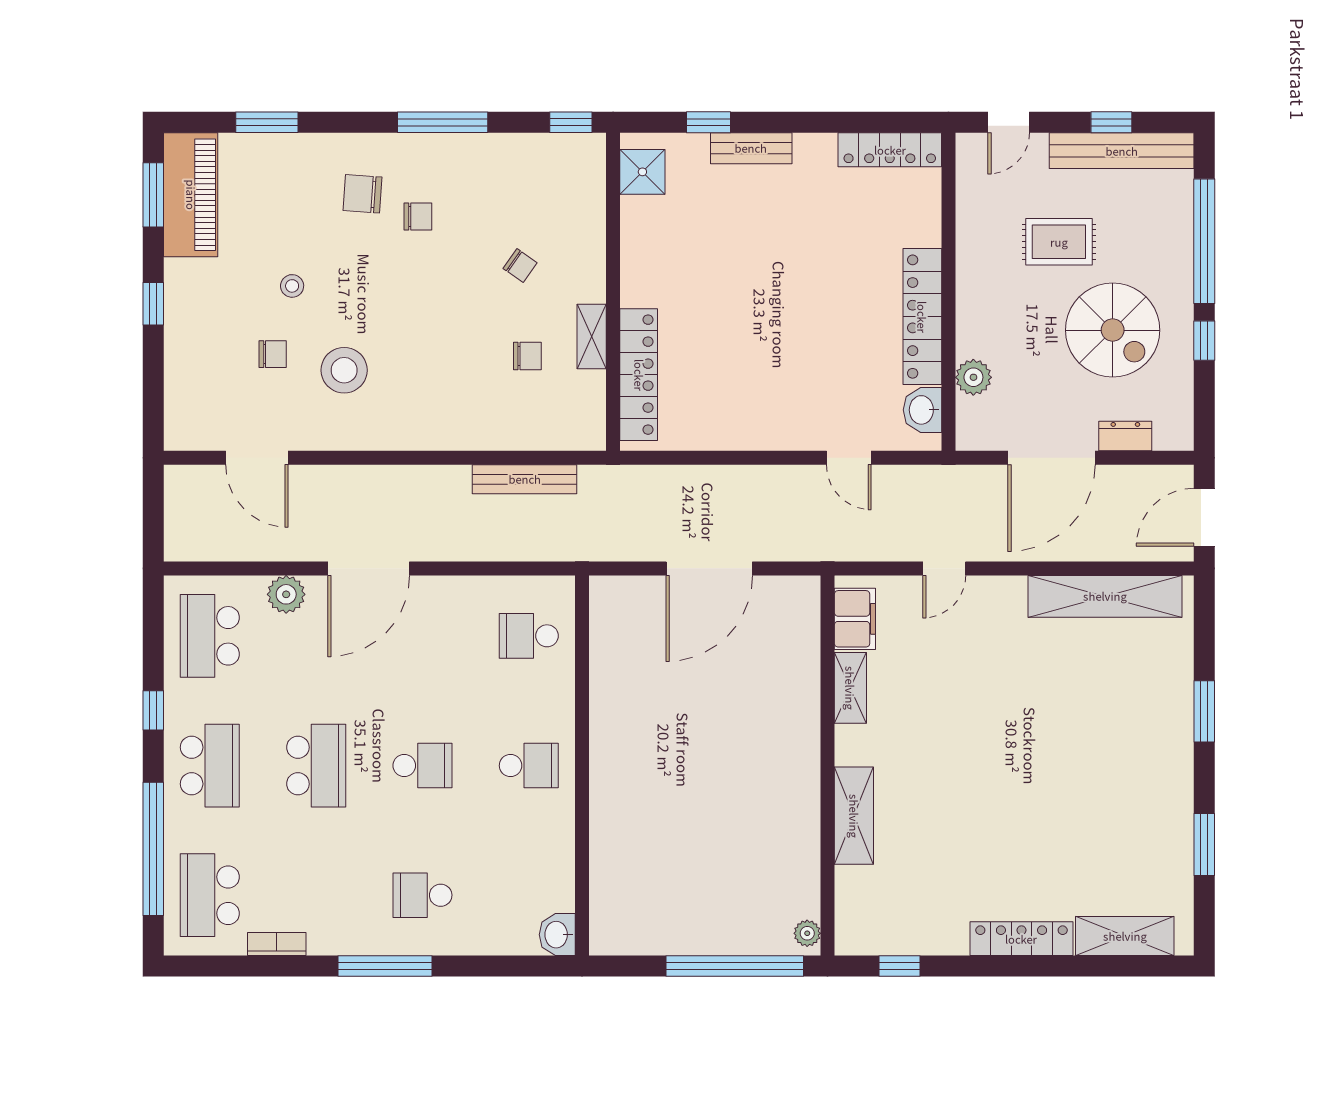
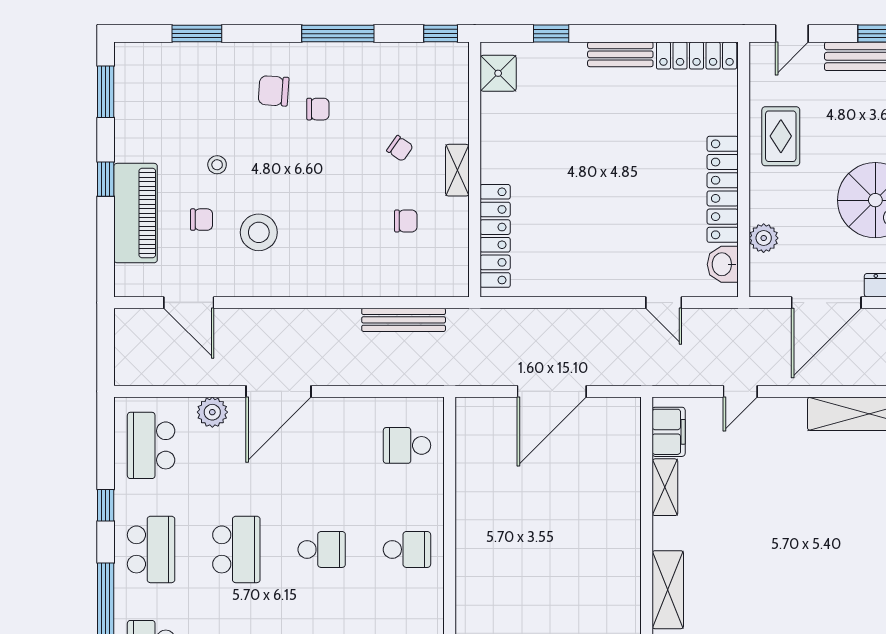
bench: (751, 148) -> (620, 54), moved
piano: (191, 195) -> (136, 213), moved
rug: (1059, 242) -> (781, 136), moved, turned 90
shelving: (592, 336) -> (457, 170), moved

